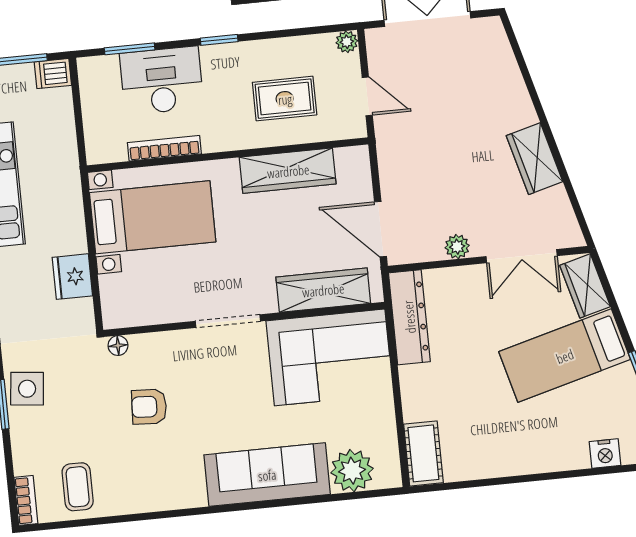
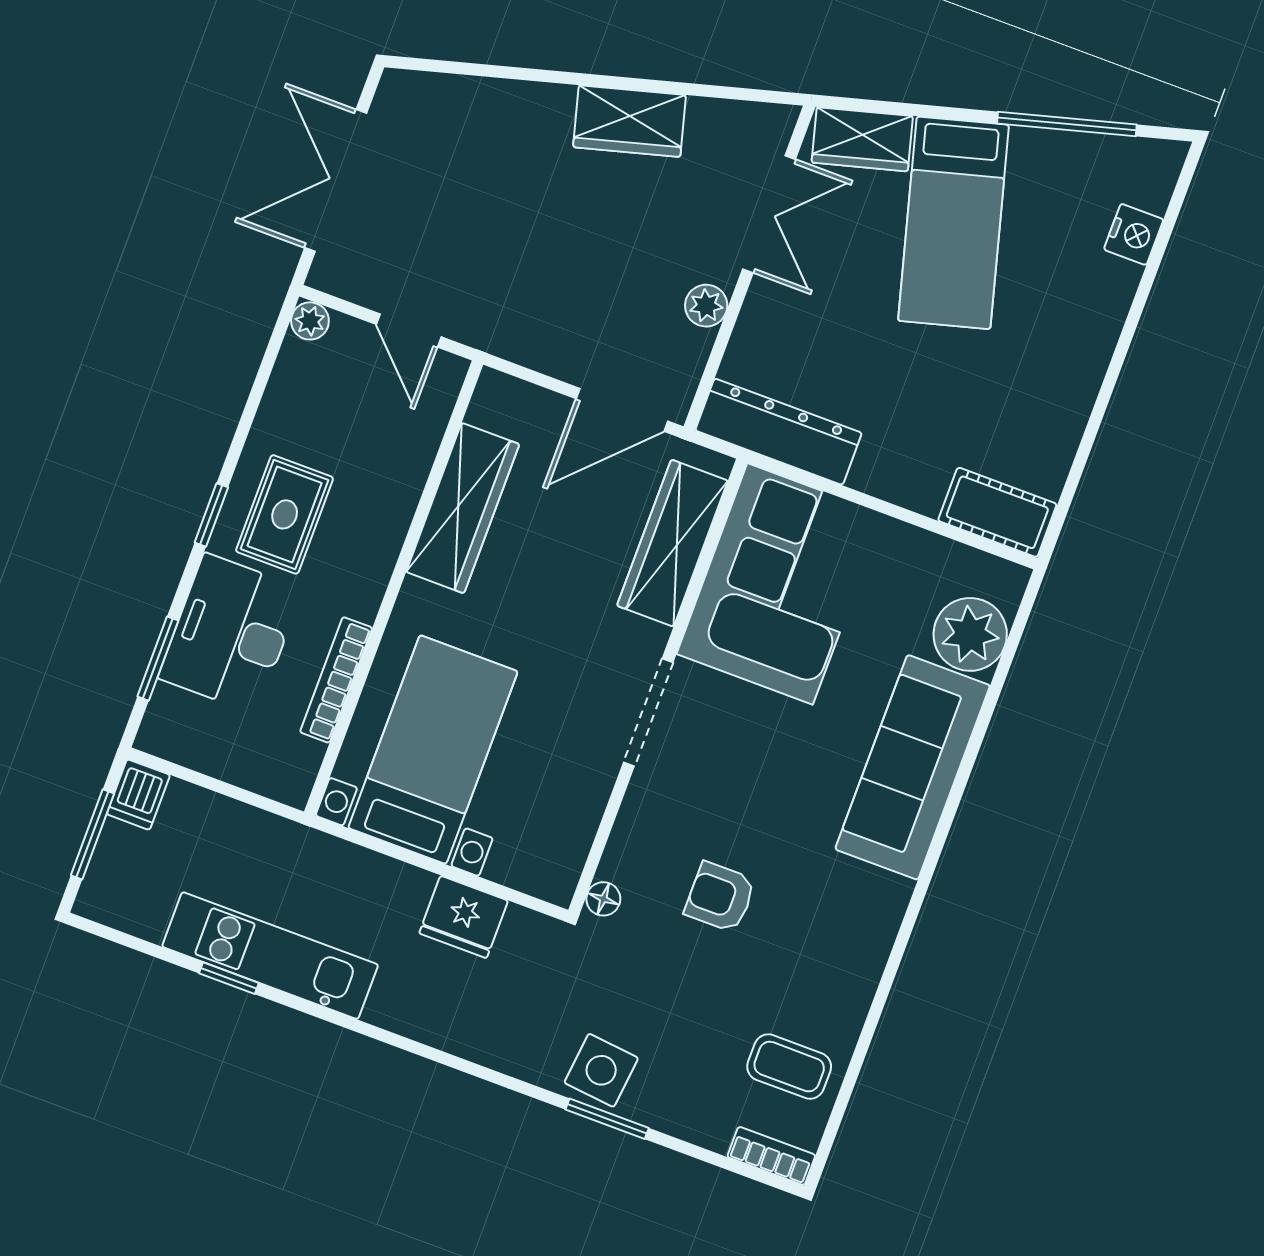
door: (367, 96) -> (409, 331), swing flipped
rug: (285, 99) -> (285, 514), moved
armchair: (149, 407) -> (720, 897), turned 87

